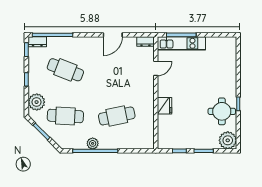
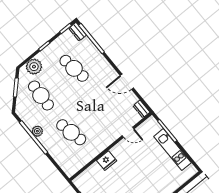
kitchen unit: (181, 43) -> (173, 150), moved
cafe table: (65, 70) -> (74, 68), turned -30

